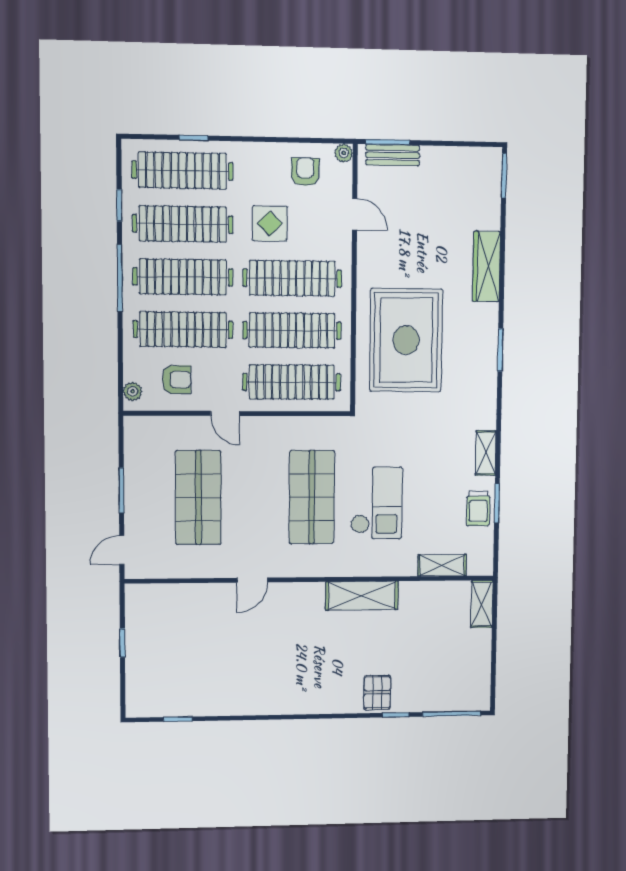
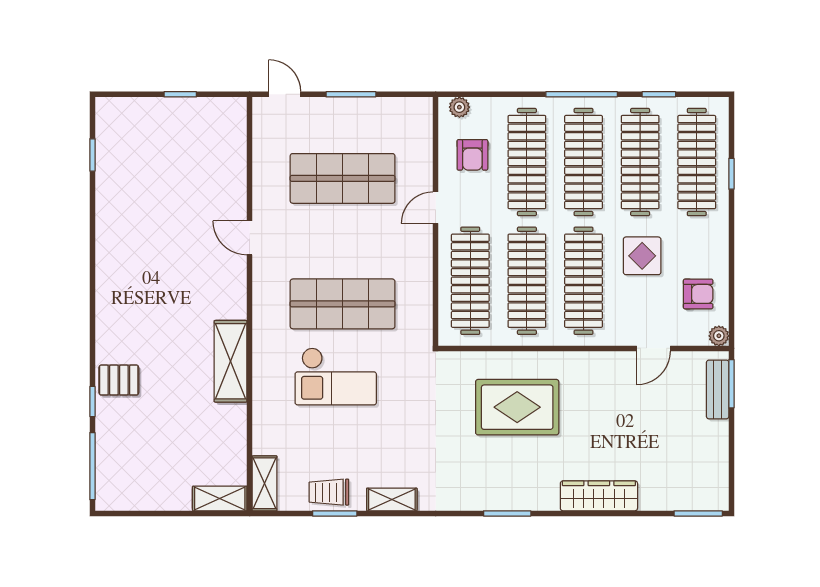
rug: (406, 340) -> (517, 407), width x0.73, depth x0.69
shelving: (442, 565) -> (265, 483), moved

